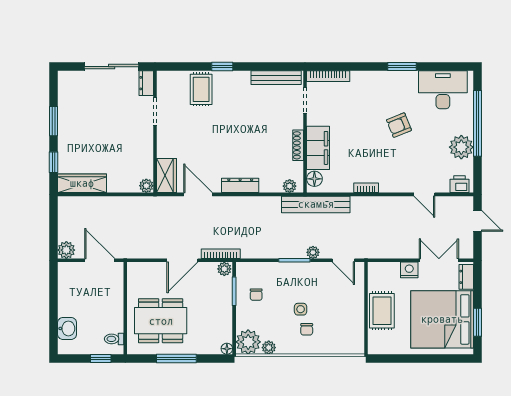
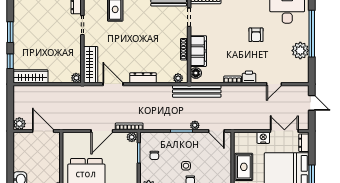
armchair: (399, 125) -> (256, 35), turned -68
wardrobe: (167, 176) -> (91, 65), width x1.50
printer: (460, 184) -> (249, 77), moved
door: (424, 194) -> (274, 84), hinge flipped

